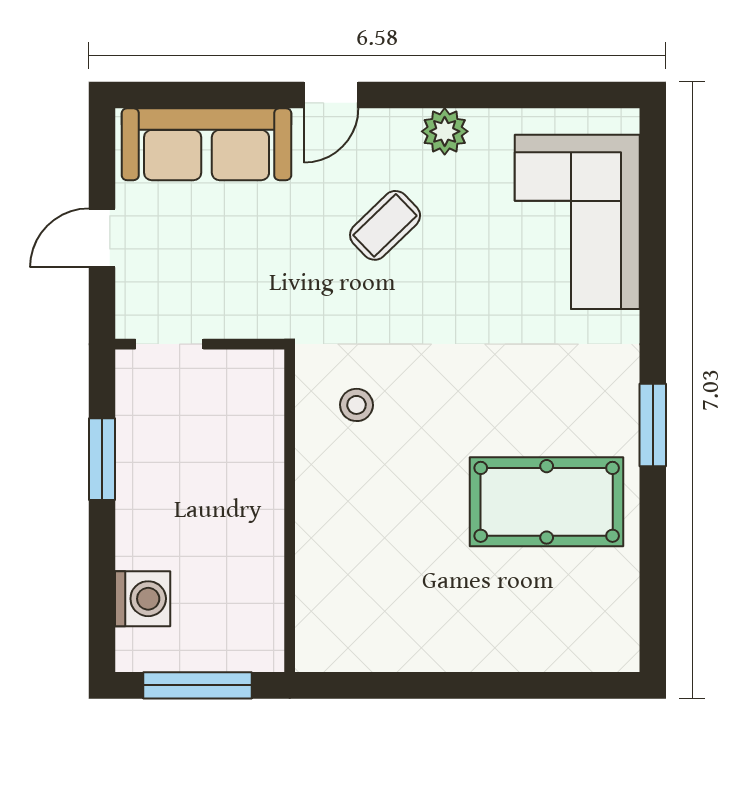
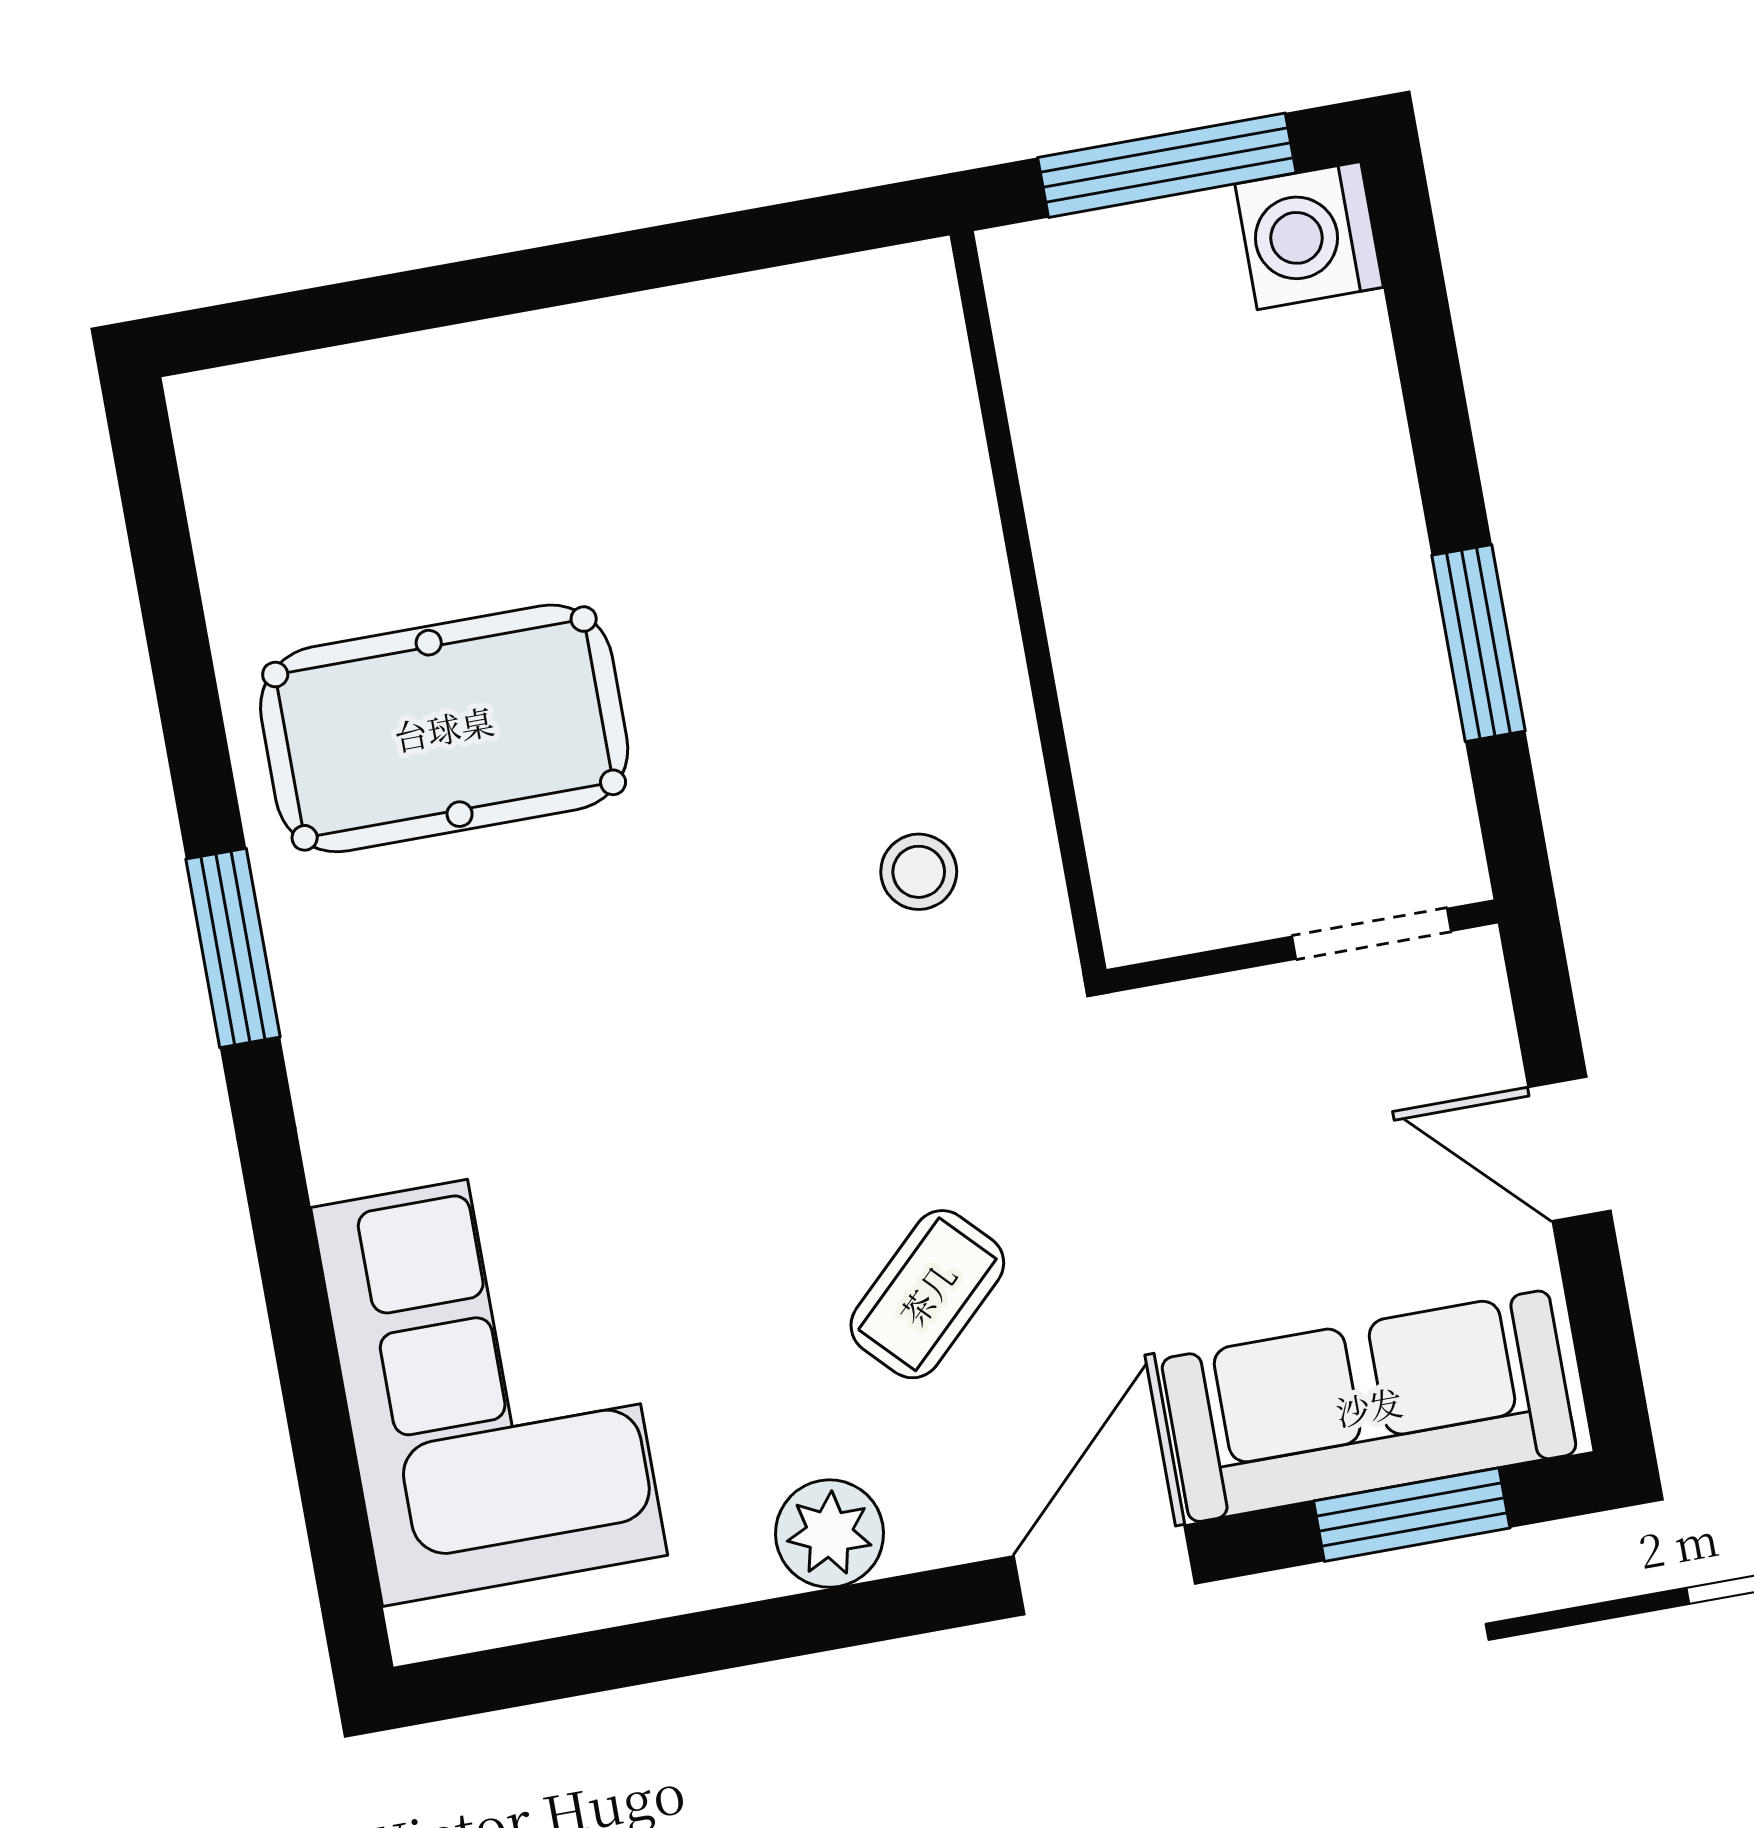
window: (197, 95) -> (1412, 1515), added
door: (331, 95) -> (1105, 1570), width x1.38
door: (102, 238) -> (1569, 1149), swing flipped
washing machine: (143, 599) -> (1309, 236), moved

